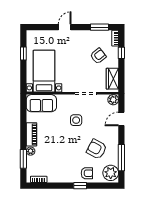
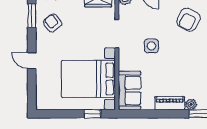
window: (23, 53) -> (92, 114), moved
armchair: (98, 56) -> (53, 23), moved
bed with nightstands: (44, 71) -> (88, 79), width x1.36

